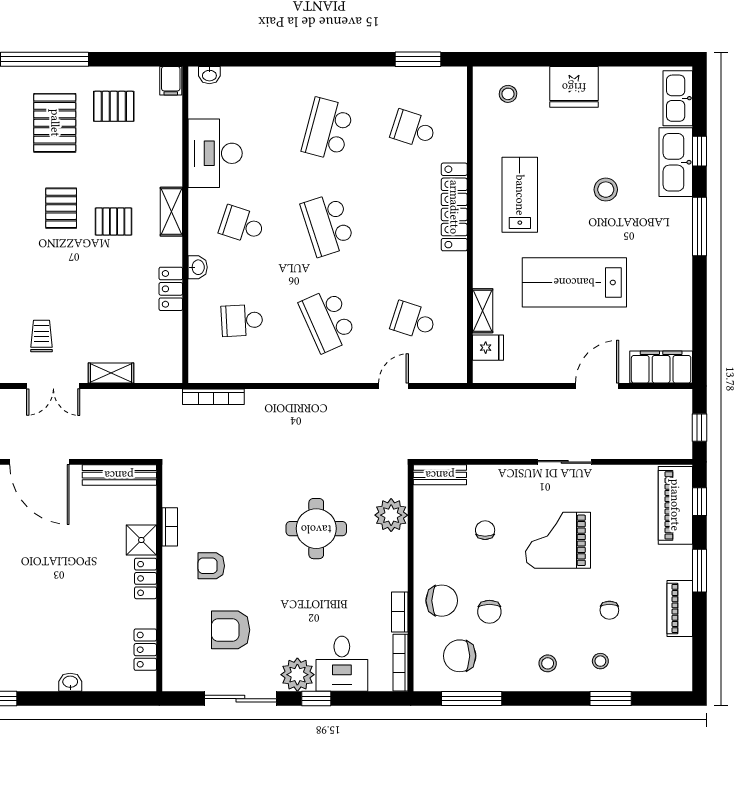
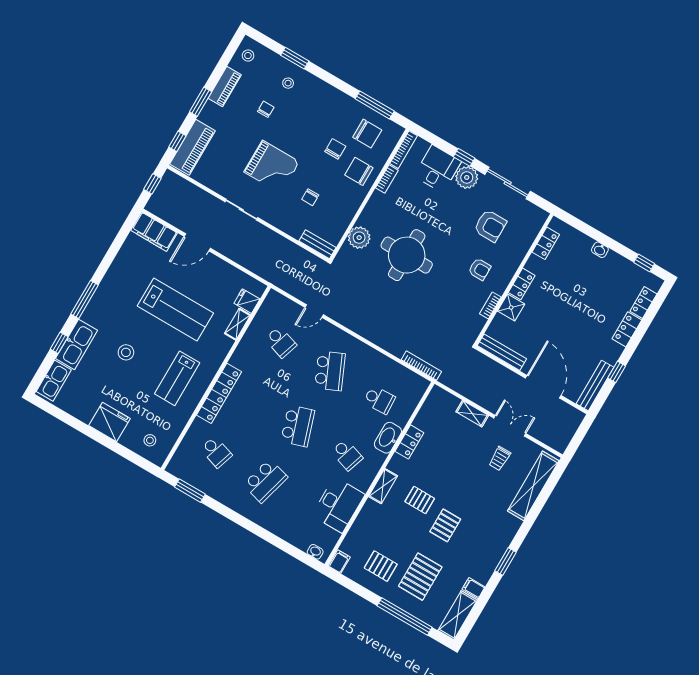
washbasin: (198, 267) -> (388, 438), width x1.91, depth x1.45
round table: (316, 529) -> (407, 255), width x1.36, depth x1.36
stool: (548, 663) -> (248, 56), moved

